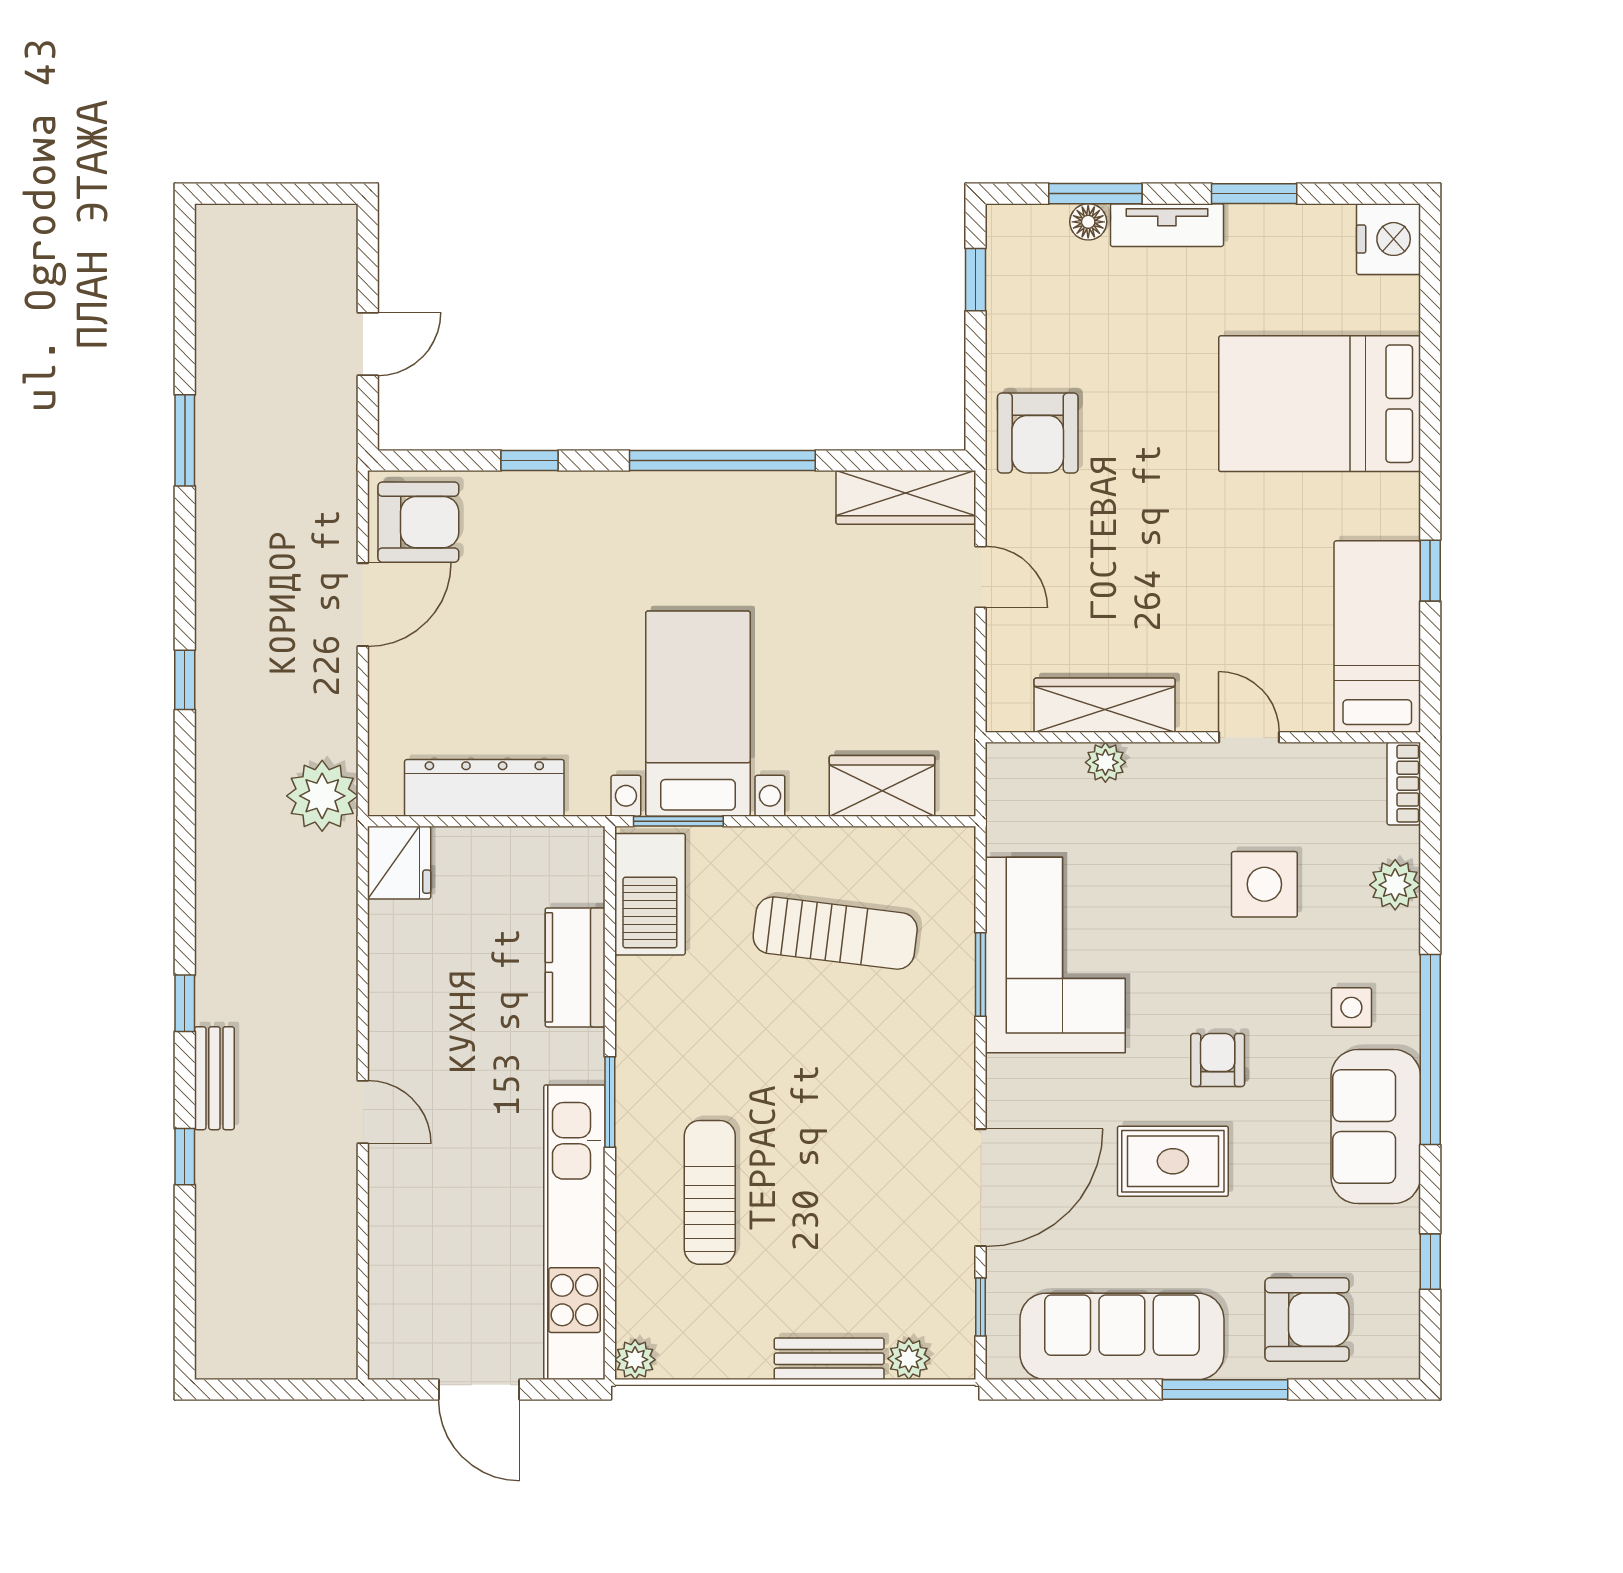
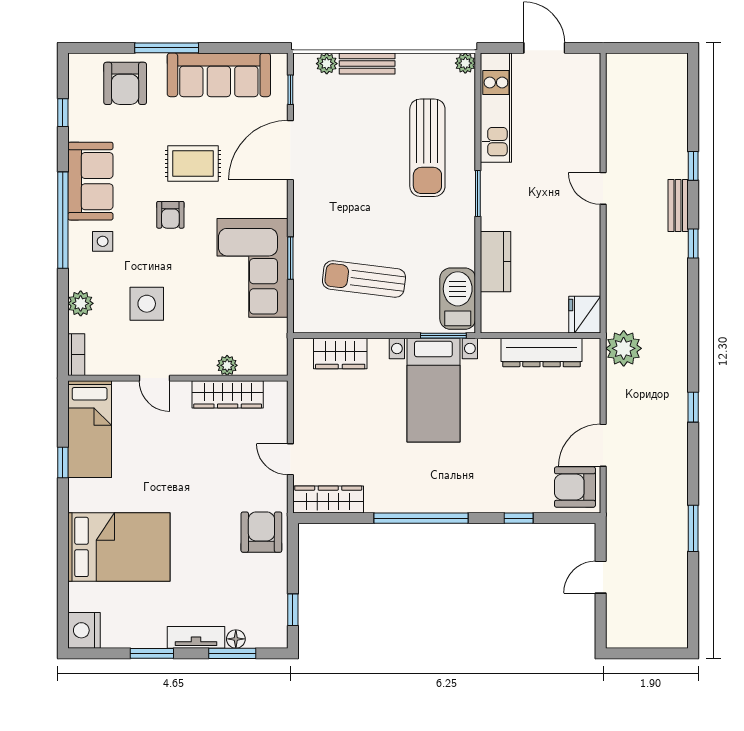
sun lounger: (710, 1192) -> (427, 148), width x1.36, depth x1.34
kitchen unit: (574, 1232) -> (496, 108), width x0.73
armchair: (1307, 1320) -> (125, 83), turned -90

